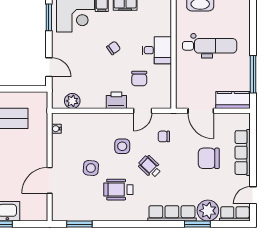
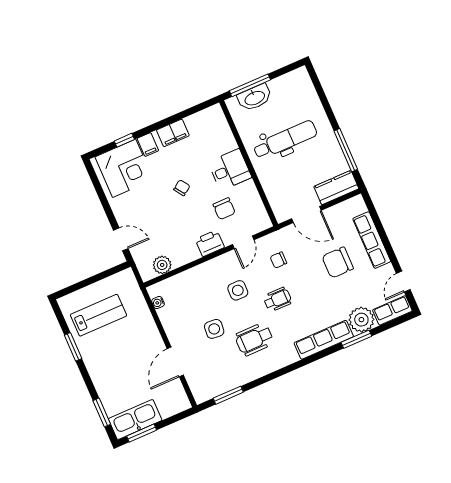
window: (49, 17) -> (97, 185), removed
wheelchair: (150, 167) -> (277, 299), turned 136

